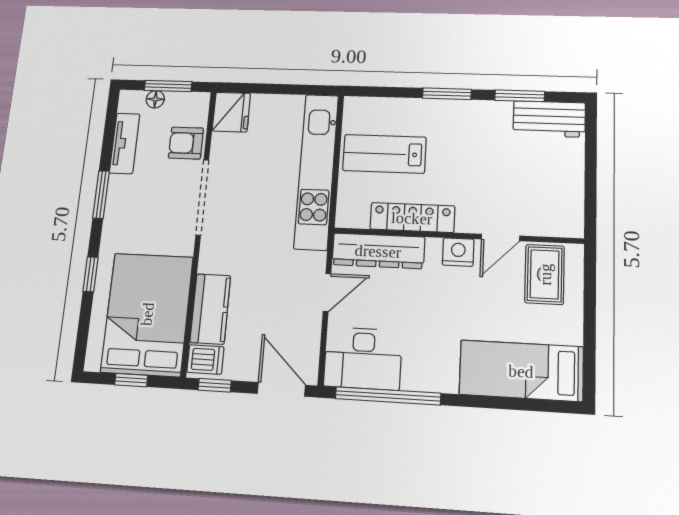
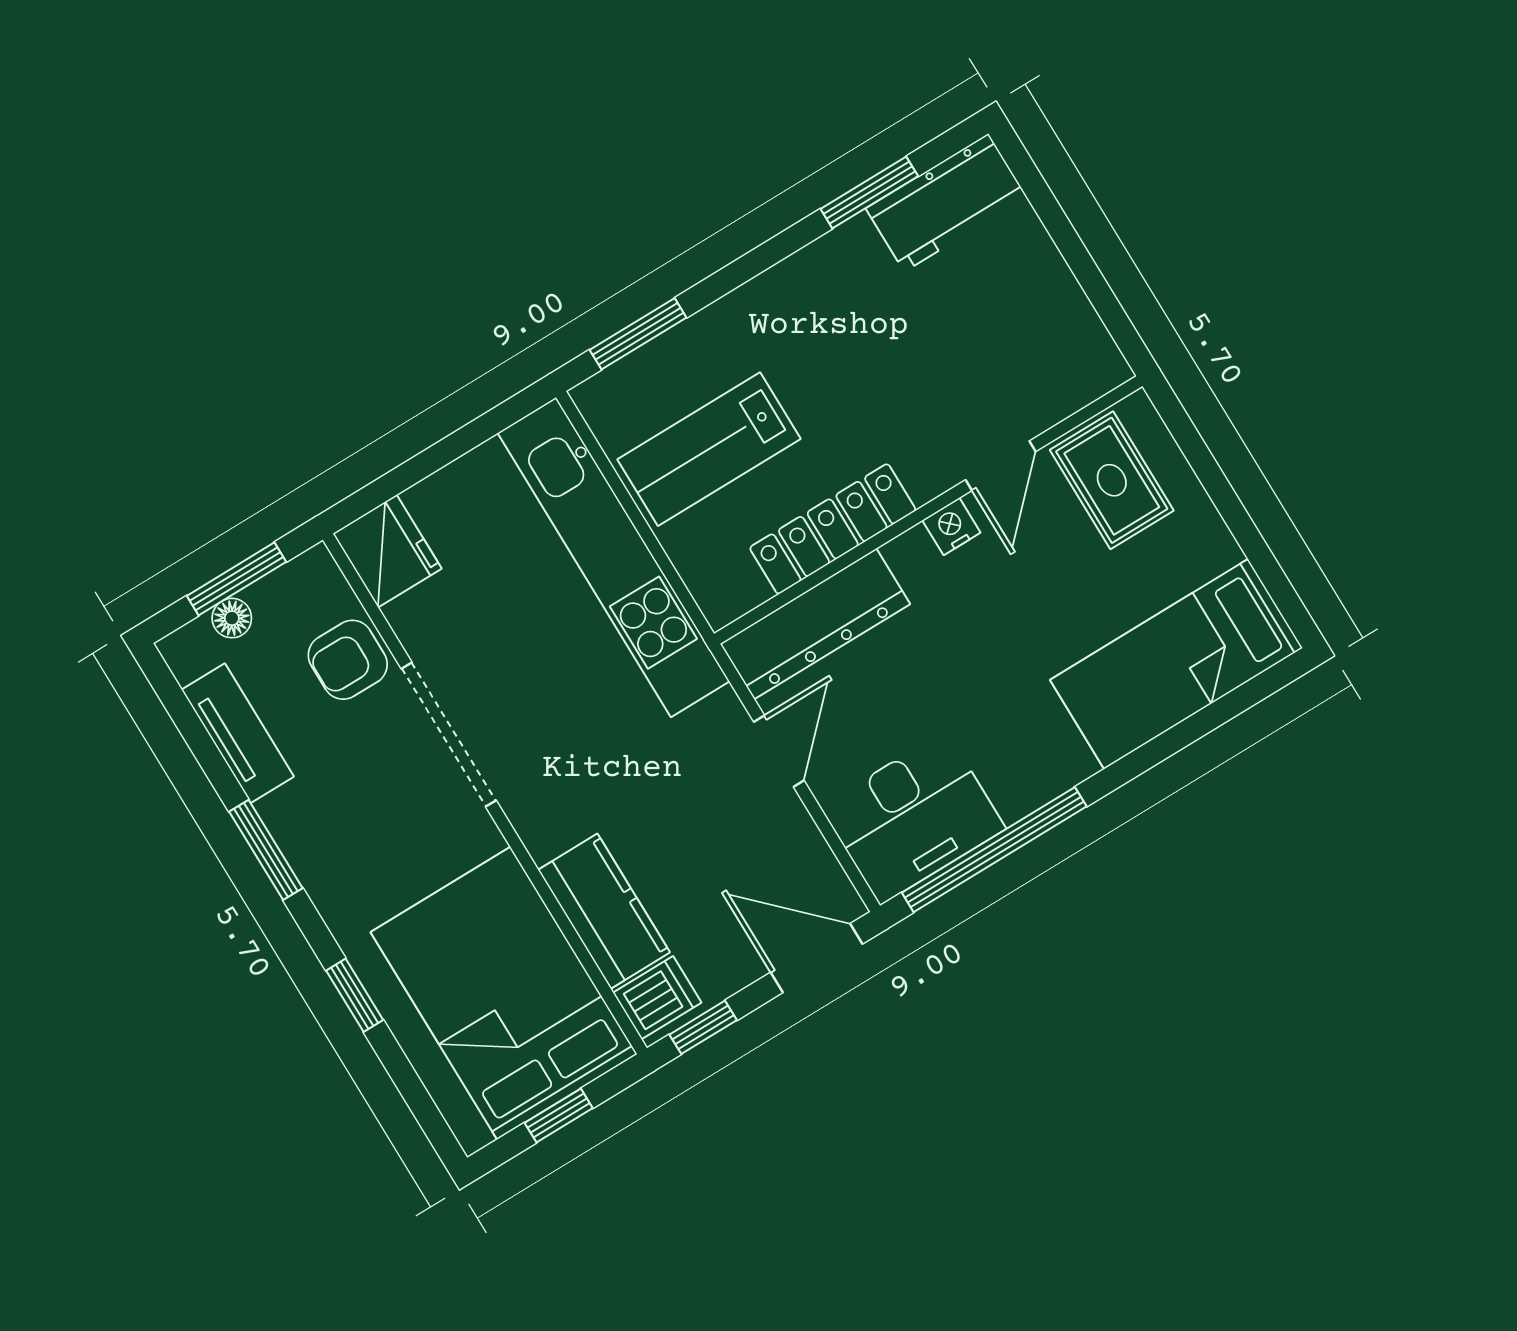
window: (447, 94) -> (638, 334), moved
nightstand: (458, 252) -> (951, 526), width x0.72, depth x0.74

